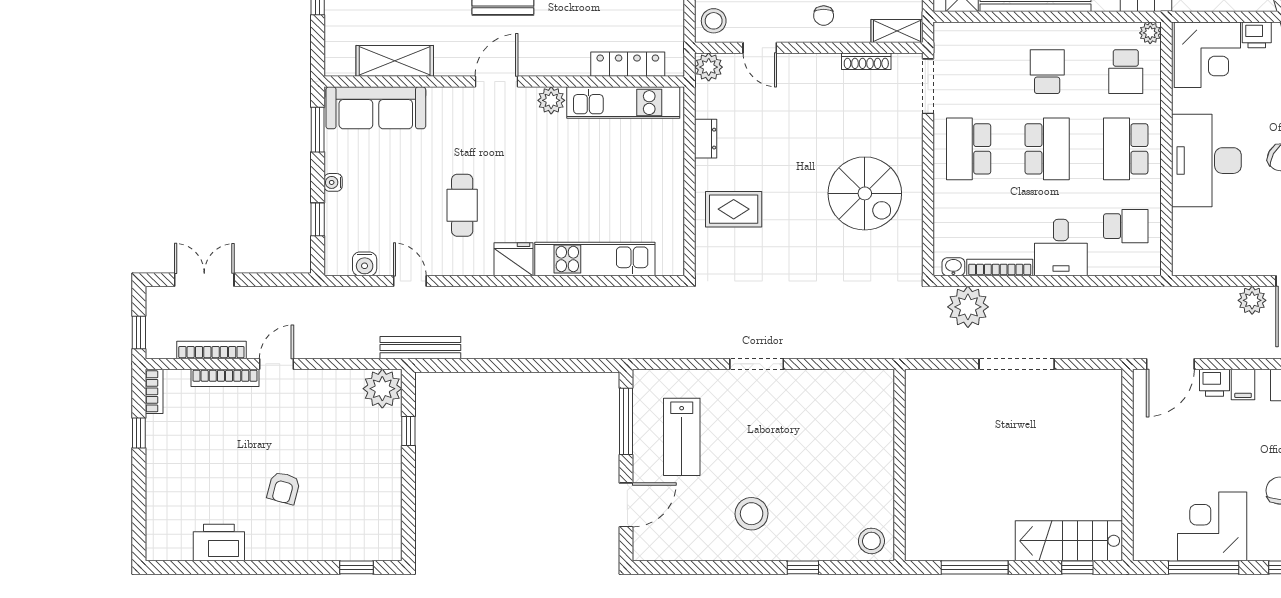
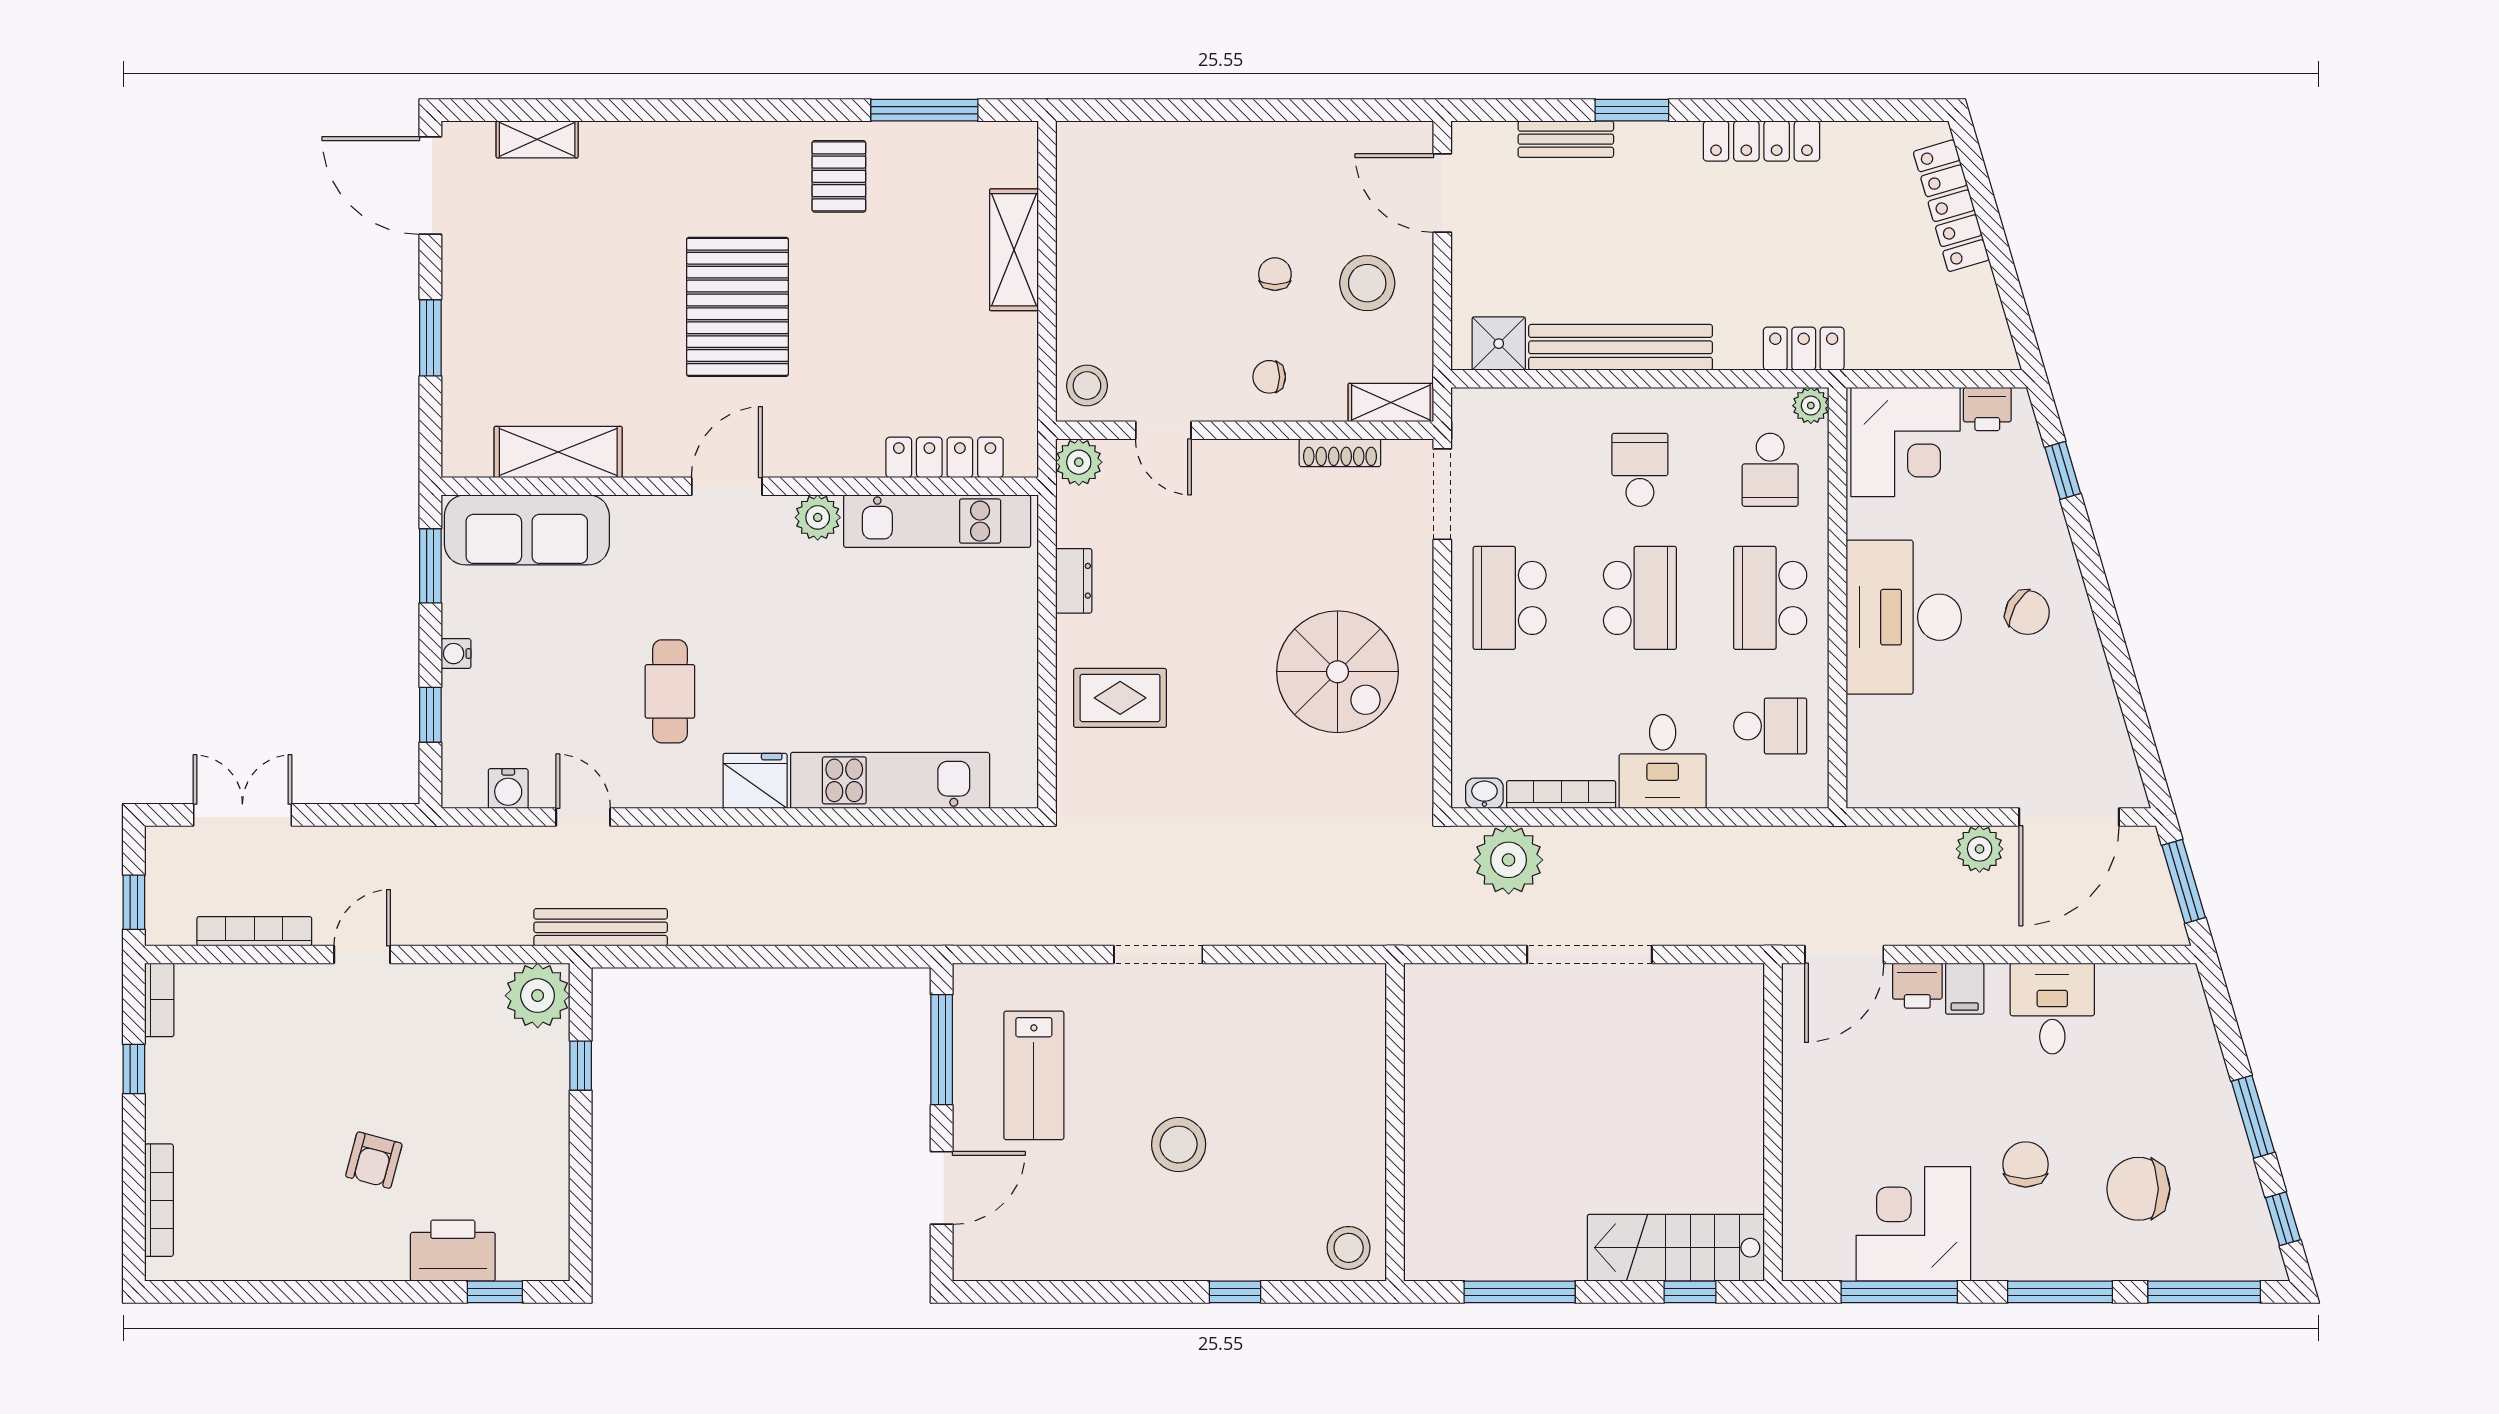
chair: (824, 16) -> (1269, 377), turned 90
bookcase: (225, 378) -> (159, 1200), moved, turned -90
stool: (752, 514) -> (1179, 1145), moved
printer: (219, 543) -> (453, 1251), moved

